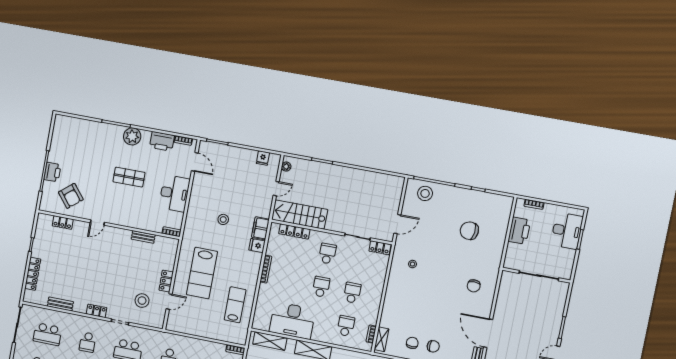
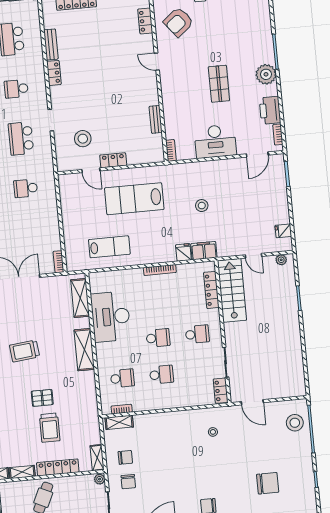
chair: (469, 231) -> (268, 483), turned 84
locker: (97, 311) -> (54, 73), moved

